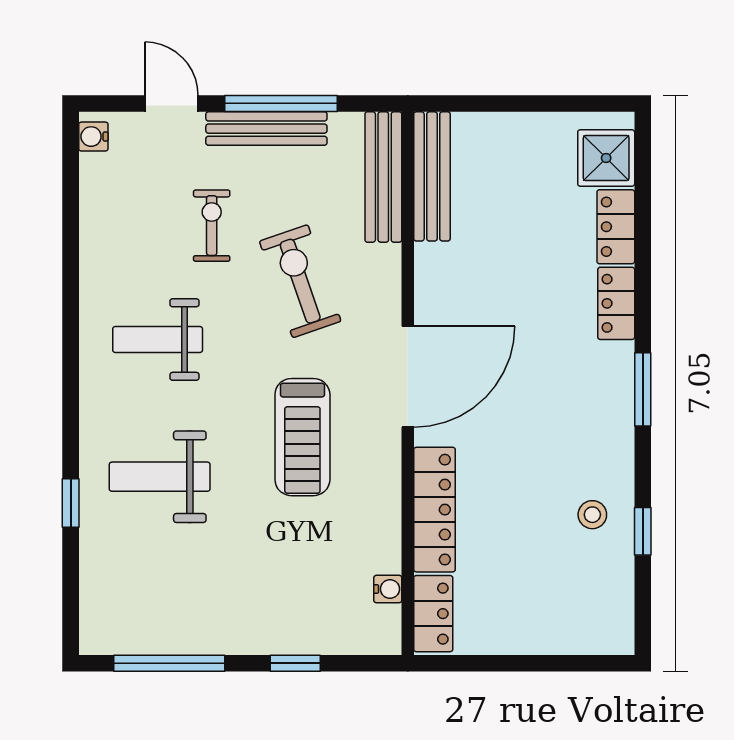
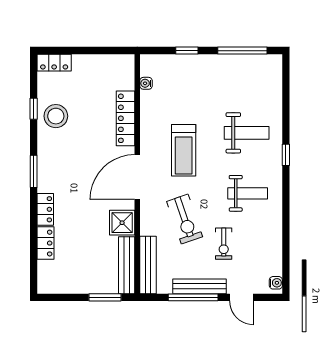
window: (481, 103) -> (105, 297), added
shower: (606, 158) -> (122, 223), moved
treadmill: (302, 437) -> (184, 150), turned 180
window: (71, 503) -> (286, 155), moved
stool: (592, 515) -> (56, 116), width x1.89, depth x1.89
locker: (433, 614) -> (54, 63), moved, turned -90

